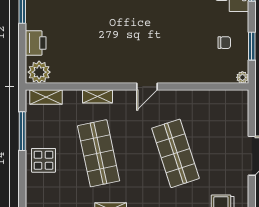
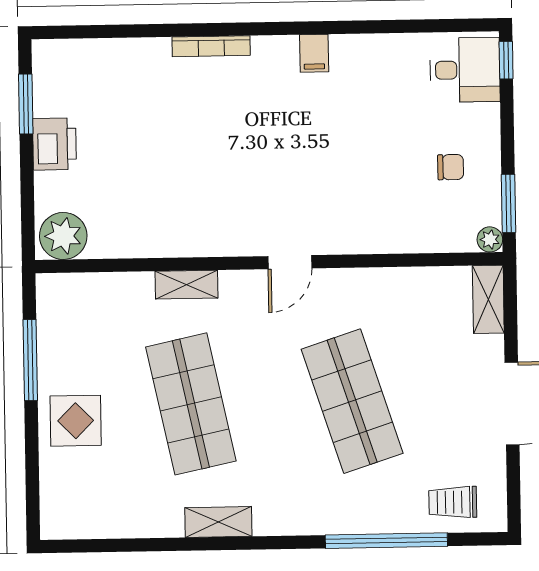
printer: (36, 43) -> (54, 144), moved
window: (252, 46) -> (509, 203), moved
shelving: (46, 97) -> (488, 299), moved, turned 90

